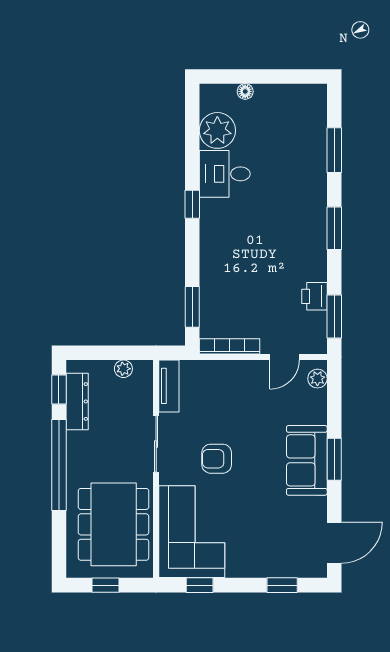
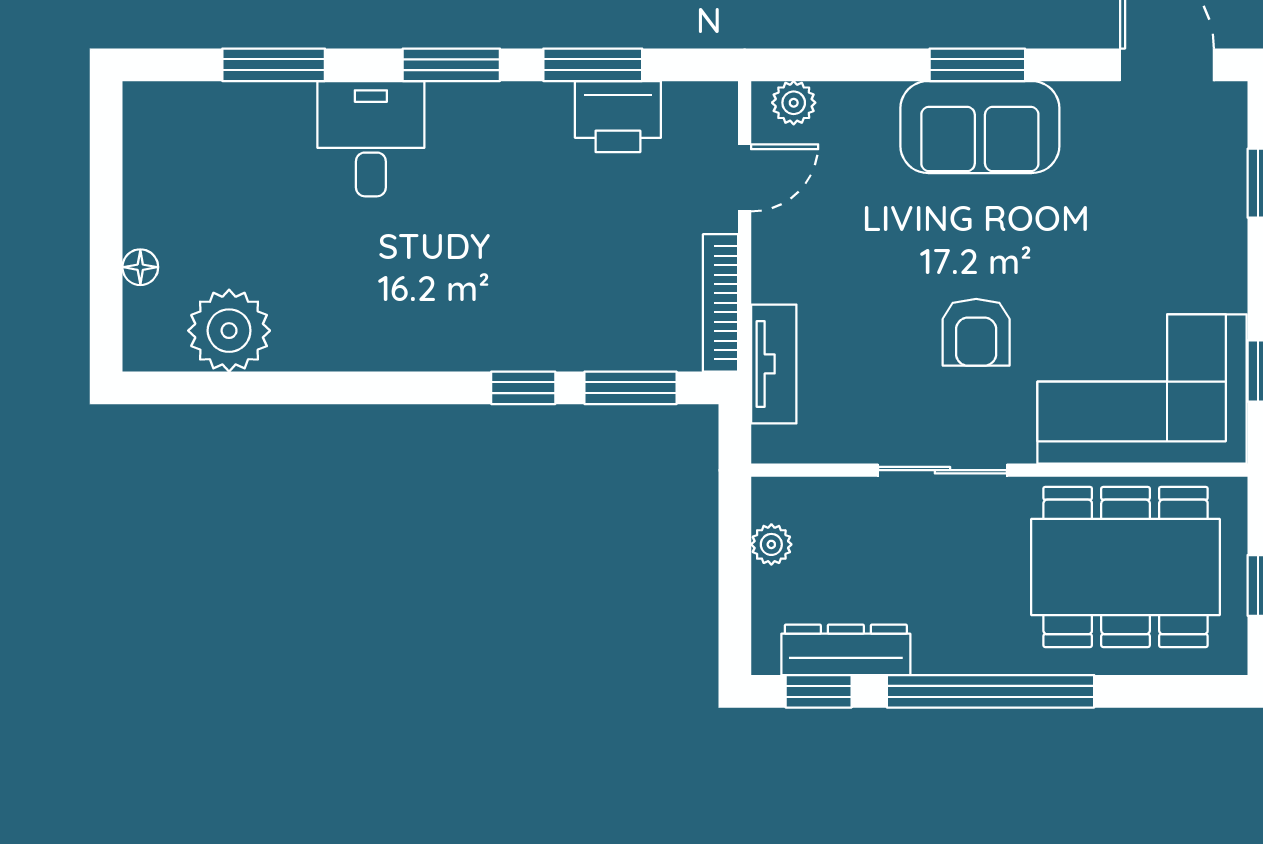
desk: (225, 174) -> (371, 139), moved, turned 180
window: (192, 204) -> (523, 388), moved
printer: (314, 296) -> (618, 117), width x1.36, depth x1.24
window: (334, 317) -> (593, 65), moved
door: (284, 357) -> (745, 178), hinge flipped
tv unit: (169, 386) -> (774, 364), moved, turned 90

